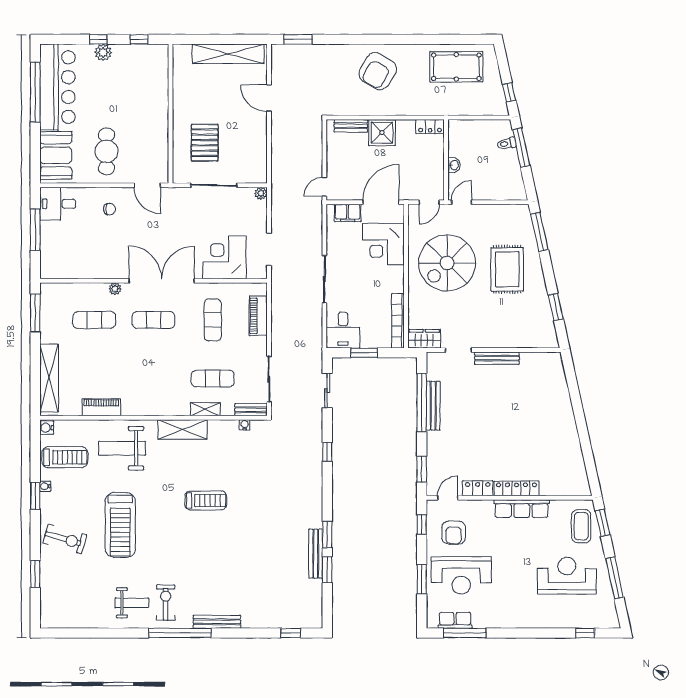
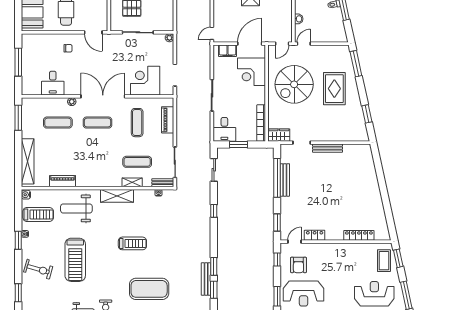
desk: (58, 204) -> (53, 83), moved, turned -90
locker: (516, 489) -> (359, 235), moved
row of seats: (522, 509) -> (344, 249), removed
exercise mat: (231, 568) -> (149, 289), added

